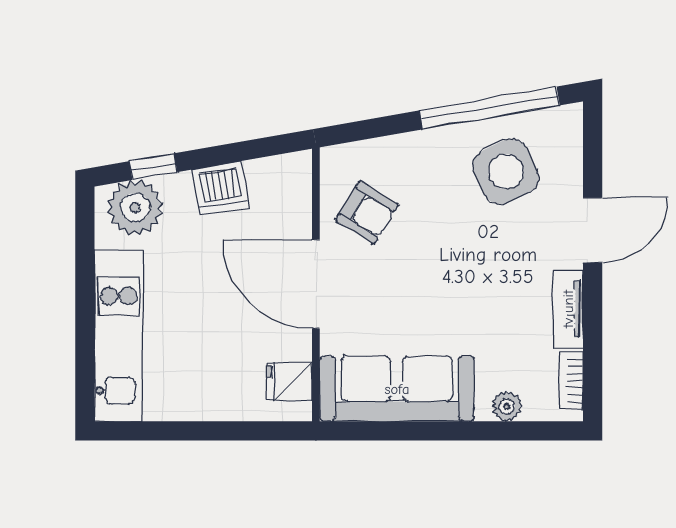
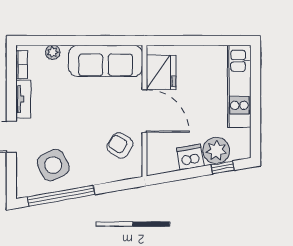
plant: (135, 208) -> (216, 150), moved
fridge: (289, 382) -> (161, 72), width x1.88, depth x1.34

